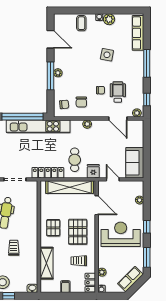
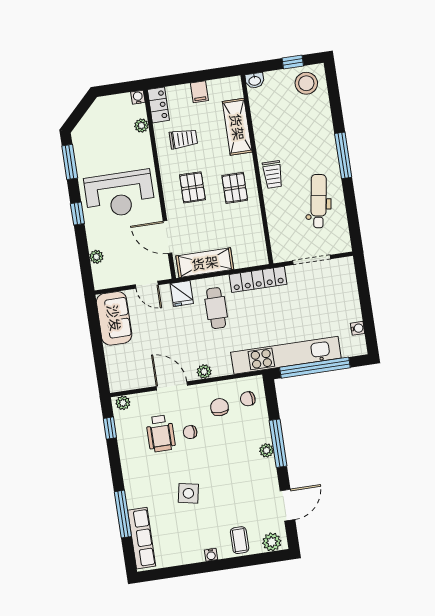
plant: (109, 19) -> (272, 542), moved
door: (51, 39) -> (287, 505), swing flipped
window: (147, 63) -> (123, 514), moved
door: (118, 118) -> (172, 386), moved
shelving: (70, 187) -> (205, 263), width x0.68
pallet: (78, 232) -> (192, 187), width x0.67, depth x0.71
trolley: (14, 248) -> (273, 175), moved
row of seats: (130, 279) -> (92, 121), removed

